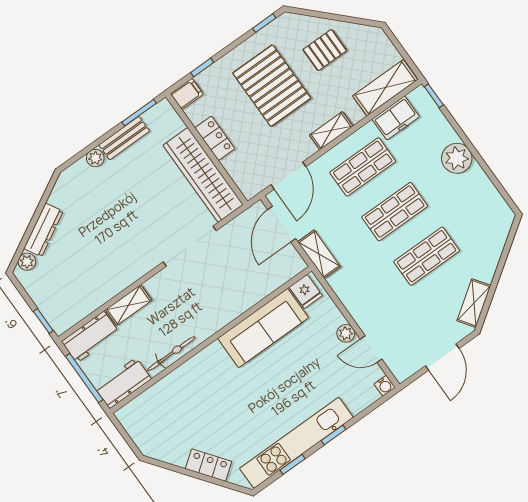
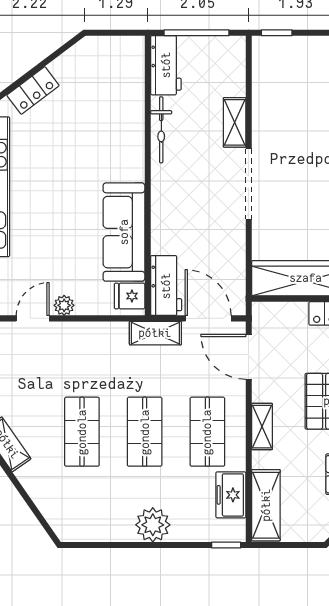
doorway: (190, 246) -> (249, 184), moved
workbench: (90, 337) -> (166, 286), moved, turned 180

